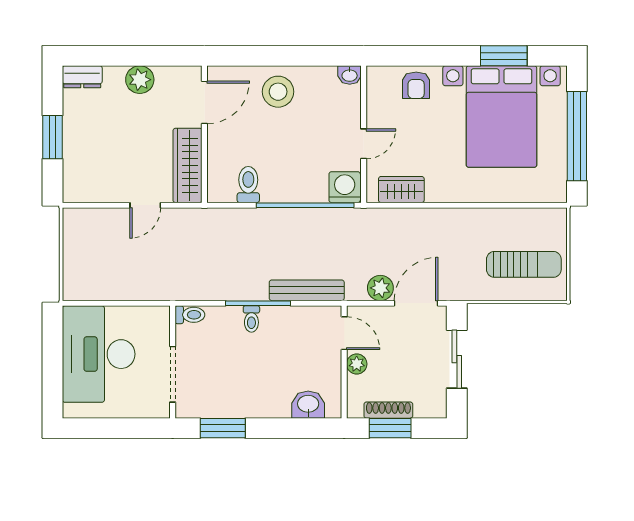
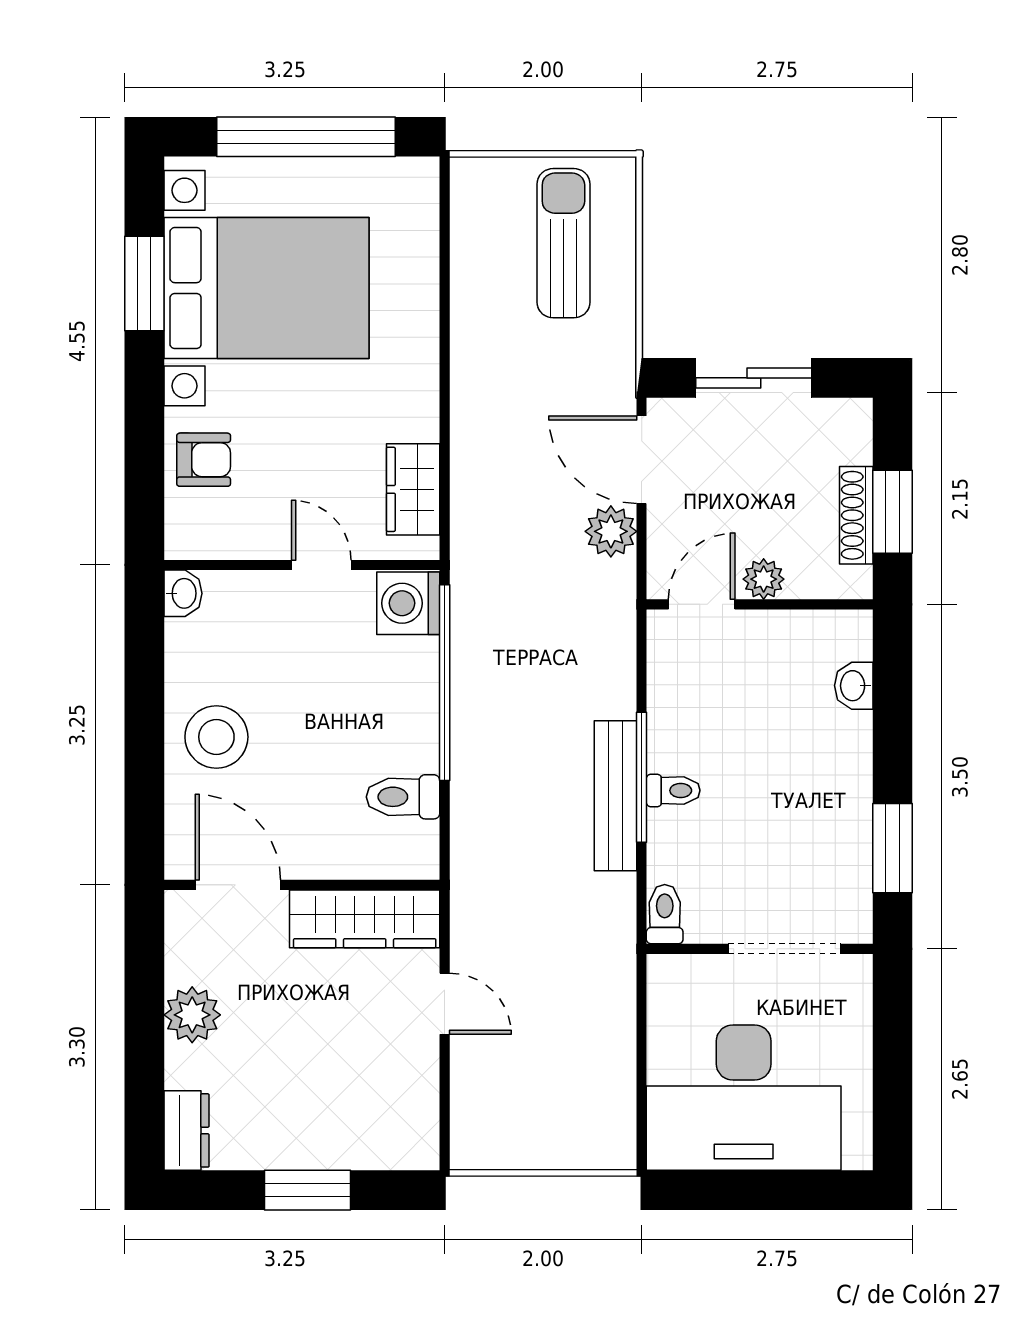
bench: (307, 290) -> (616, 796), moved
washbasin: (308, 405) -> (854, 686), width x0.72, depth x0.69

